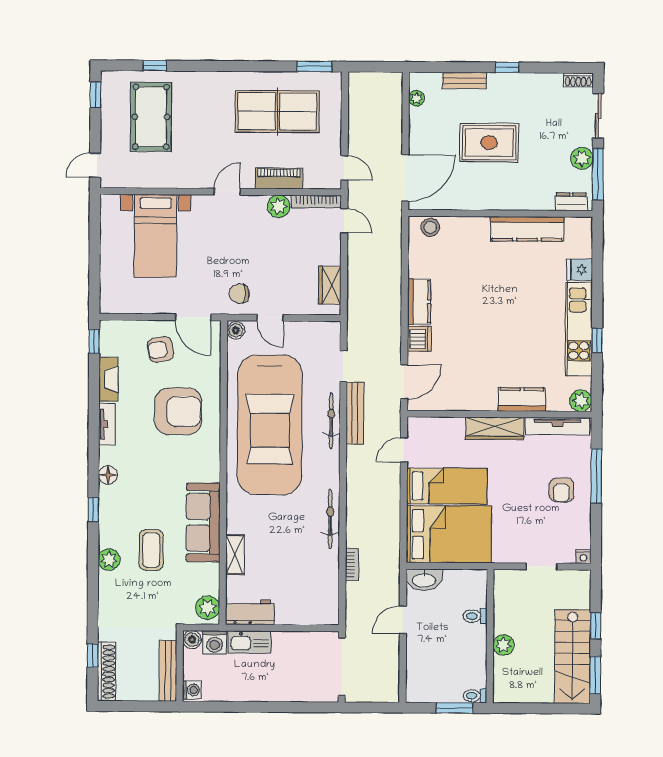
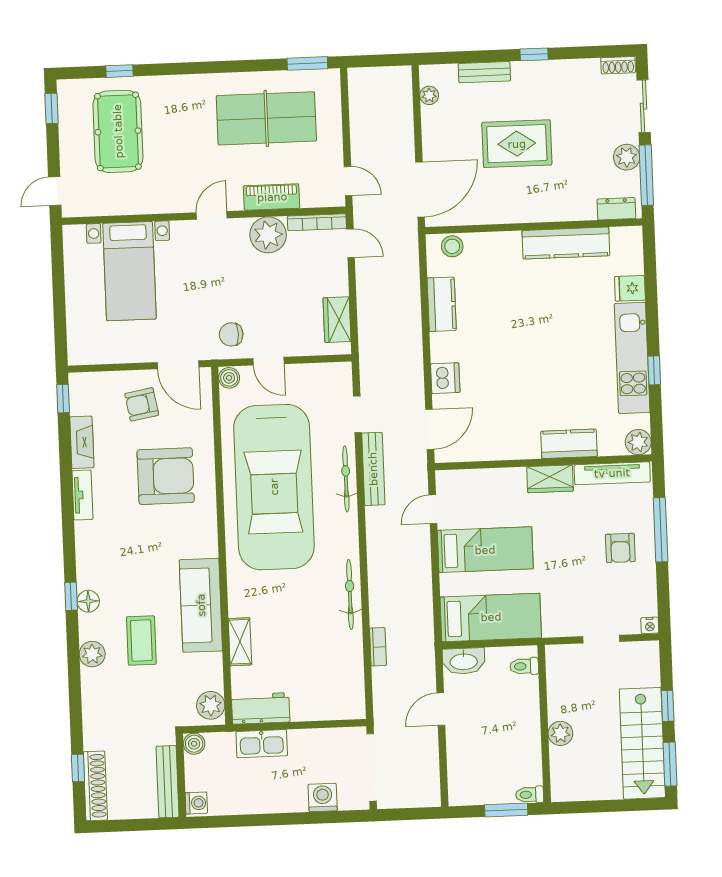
plant: (279, 206) -> (268, 235), width x1.36, depth x1.36
kitchen counter: (419, 302) -> (442, 304), moved
wardrobe: (495, 428) -> (550, 479), width x0.67
floor lamp: (108, 475) -> (88, 601), moved
bed: (449, 534) -> (491, 617), width x0.67
toilet: (475, 616) -> (524, 666), moved
washing machine: (215, 642) -> (323, 797), moved, turned 180

